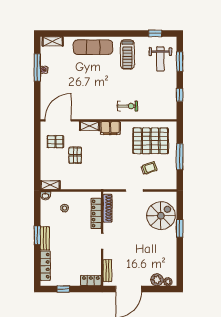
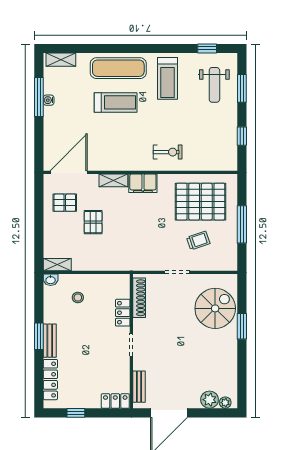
treadmill: (91, 71) -> (116, 102), added
locker: (96, 213) -> (123, 313), width x0.66

